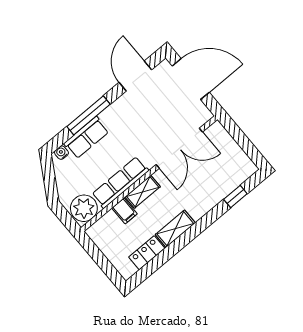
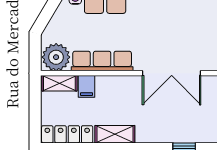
shelving: (143, 192) -> (59, 83), moved
locker: (147, 253) -> (67, 134), width x1.53

